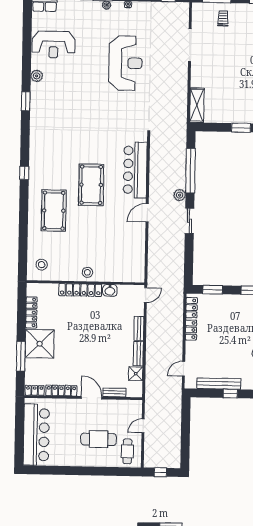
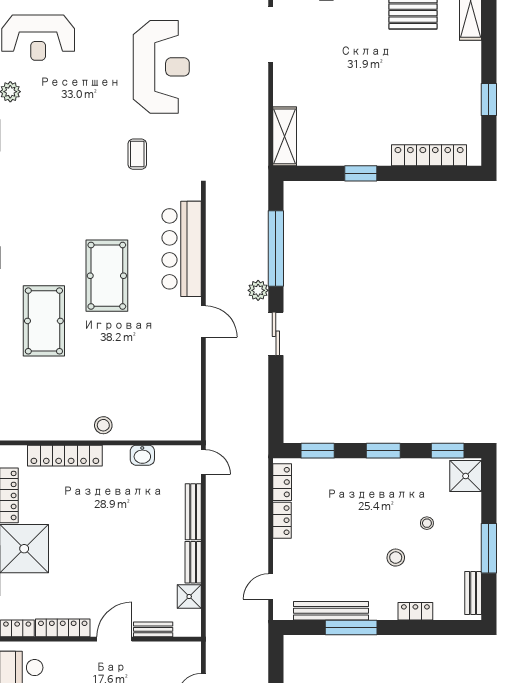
coffee table: (110, 114) -> (137, 154), added
door: (147, 213) -> (203, 321), swing flipped
stool: (42, 265) -> (25, 414), removed
locker: (80, 290) -> (65, 456), moved
door: (146, 295) -> (203, 462), hinge flipped
bench: (139, 328) -> (193, 512), width x1.36
window: (230, 394) -> (351, 627), width x2.17
door: (91, 398) -> (114, 639), hinge flipped

